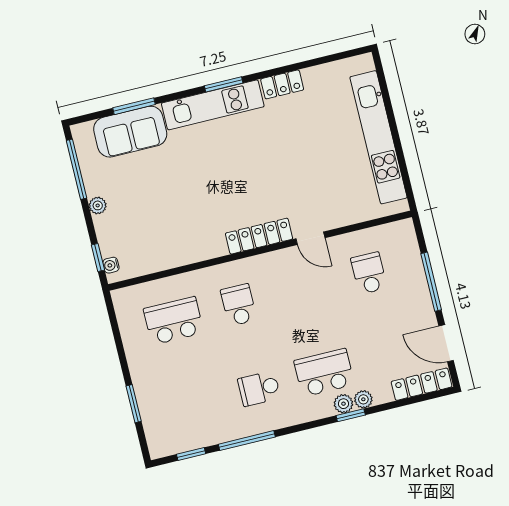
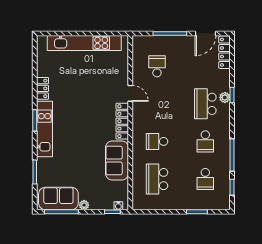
sofa: (130, 132) -> (58, 199), moved, turned -90
door: (310, 238) -> (130, 93), hinge flipped
sofa: (189, 244) -> (117, 161), added
school desk: (369, 273) -> (157, 66), turned 90
plant: (363, 399) -> (225, 86), removed
school desk: (194, 404) -> (205, 179), added

